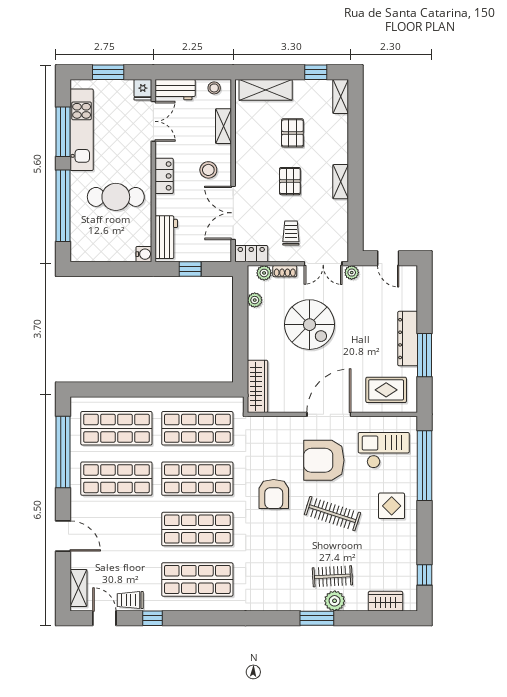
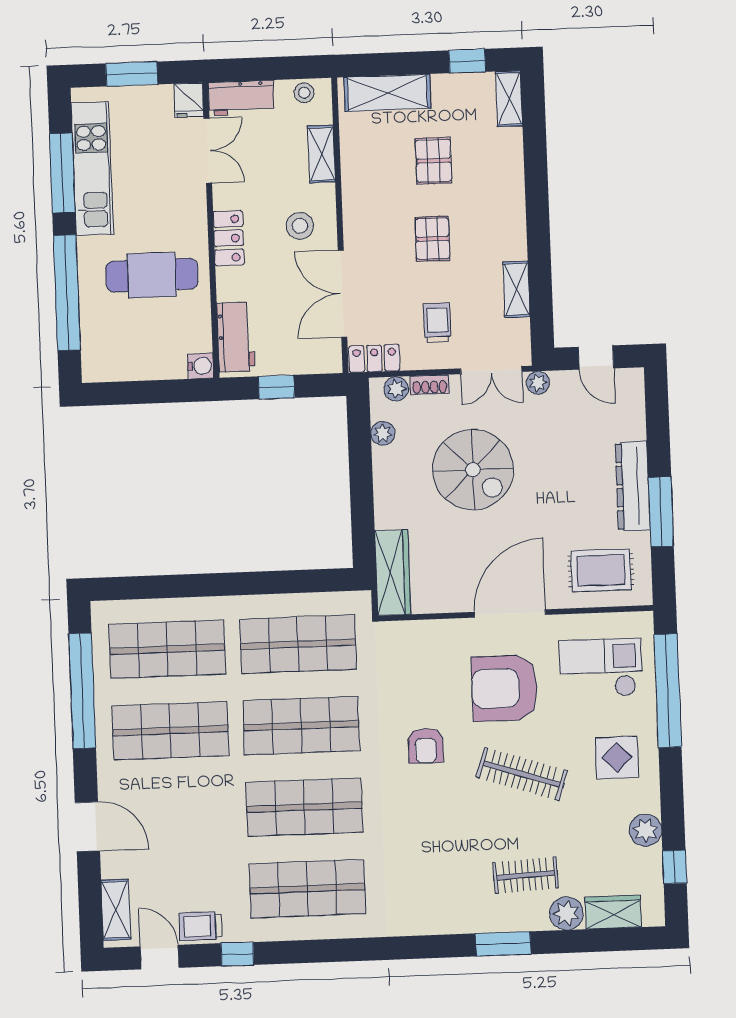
shelving: (341, 182) -> (516, 289), moved
armchair: (274, 494) -> (426, 746), width x0.72, depth x0.72
plant: (408, 551) -> (646, 830), added
plant: (335, 601) -> (566, 913), moved

